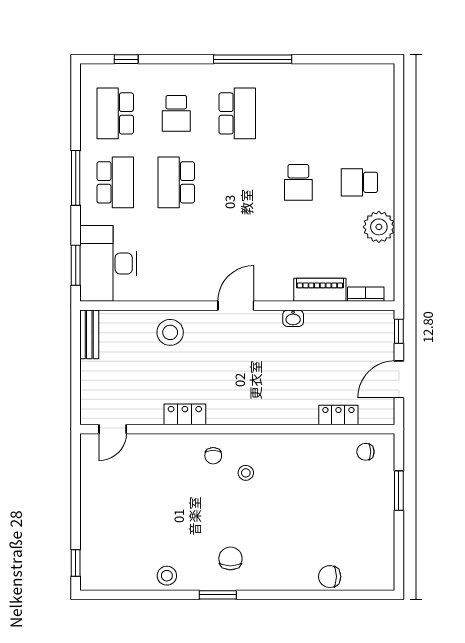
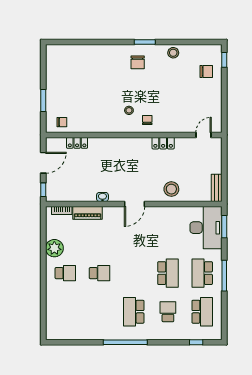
school desk: (298, 182) -> (100, 273), turned 90
chair: (330, 577) -> (206, 71), moved

